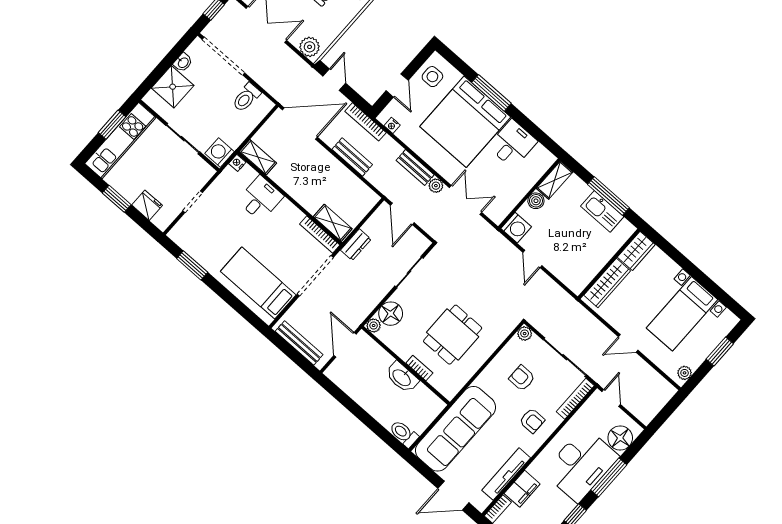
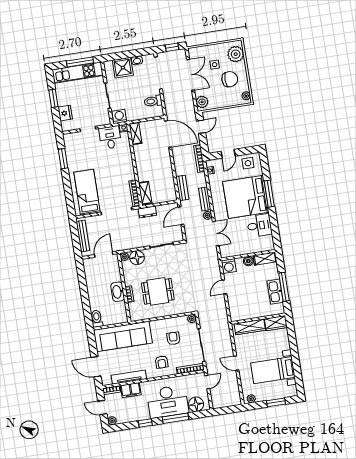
window: (112, 125) -> (80, 62), width x1.44
bench: (352, 157) -> (182, 188), moved
desk: (260, 199) -> (110, 137), moved, turned -90

